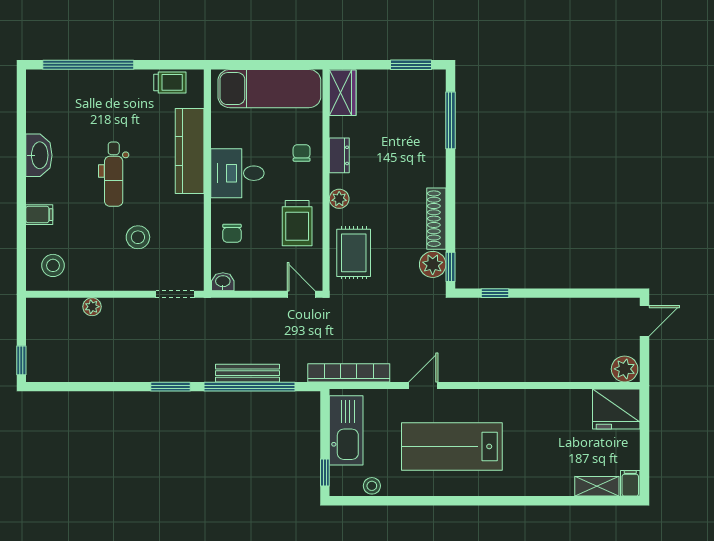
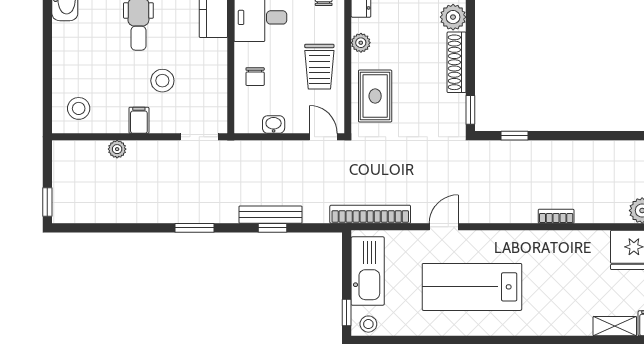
filing cabinet: (39, 215) -> (139, 120), moved, turned -90
plant: (433, 264) -> (453, 17), moved
washbasin: (223, 282) -> (274, 125), moved
bookcase: (537, 375) -> (556, 216), added
window: (250, 387) -> (272, 228), width x0.32
stool: (372, 486) -> (368, 324), moved

